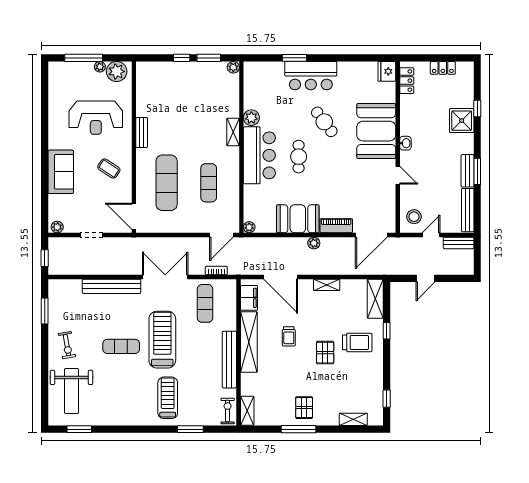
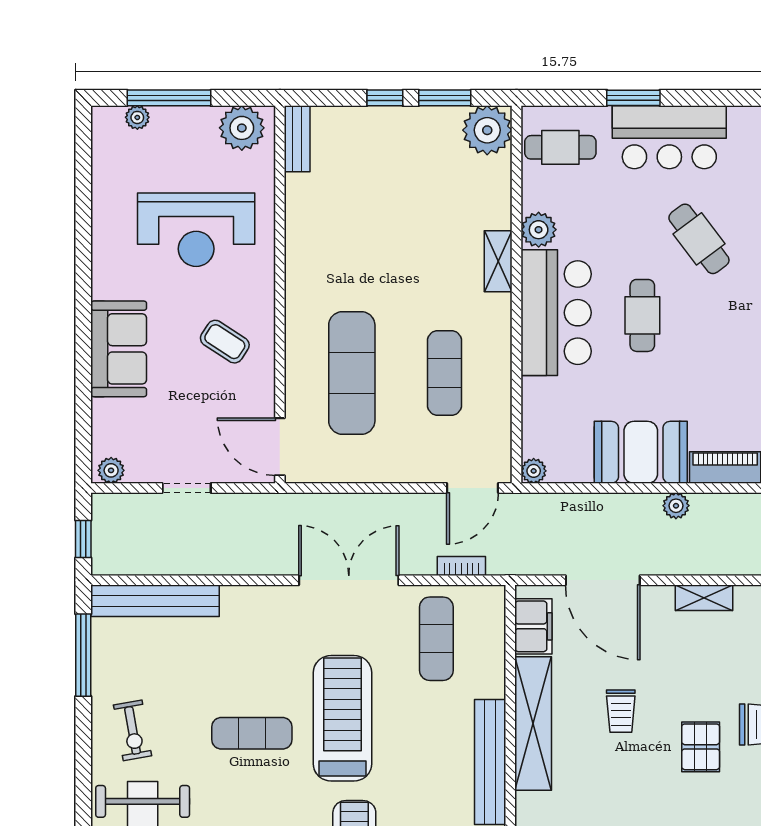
plant: (100, 67) -> (137, 117), moved
plant: (233, 67) -> (487, 130), width x1.87, depth x1.87
cafe table: (261, 80) -> (560, 147), added
bench: (142, 132) -> (297, 139), moved
bench: (112, 286) -> (155, 601), moved
window: (45, 311) -> (83, 655), width x1.44

